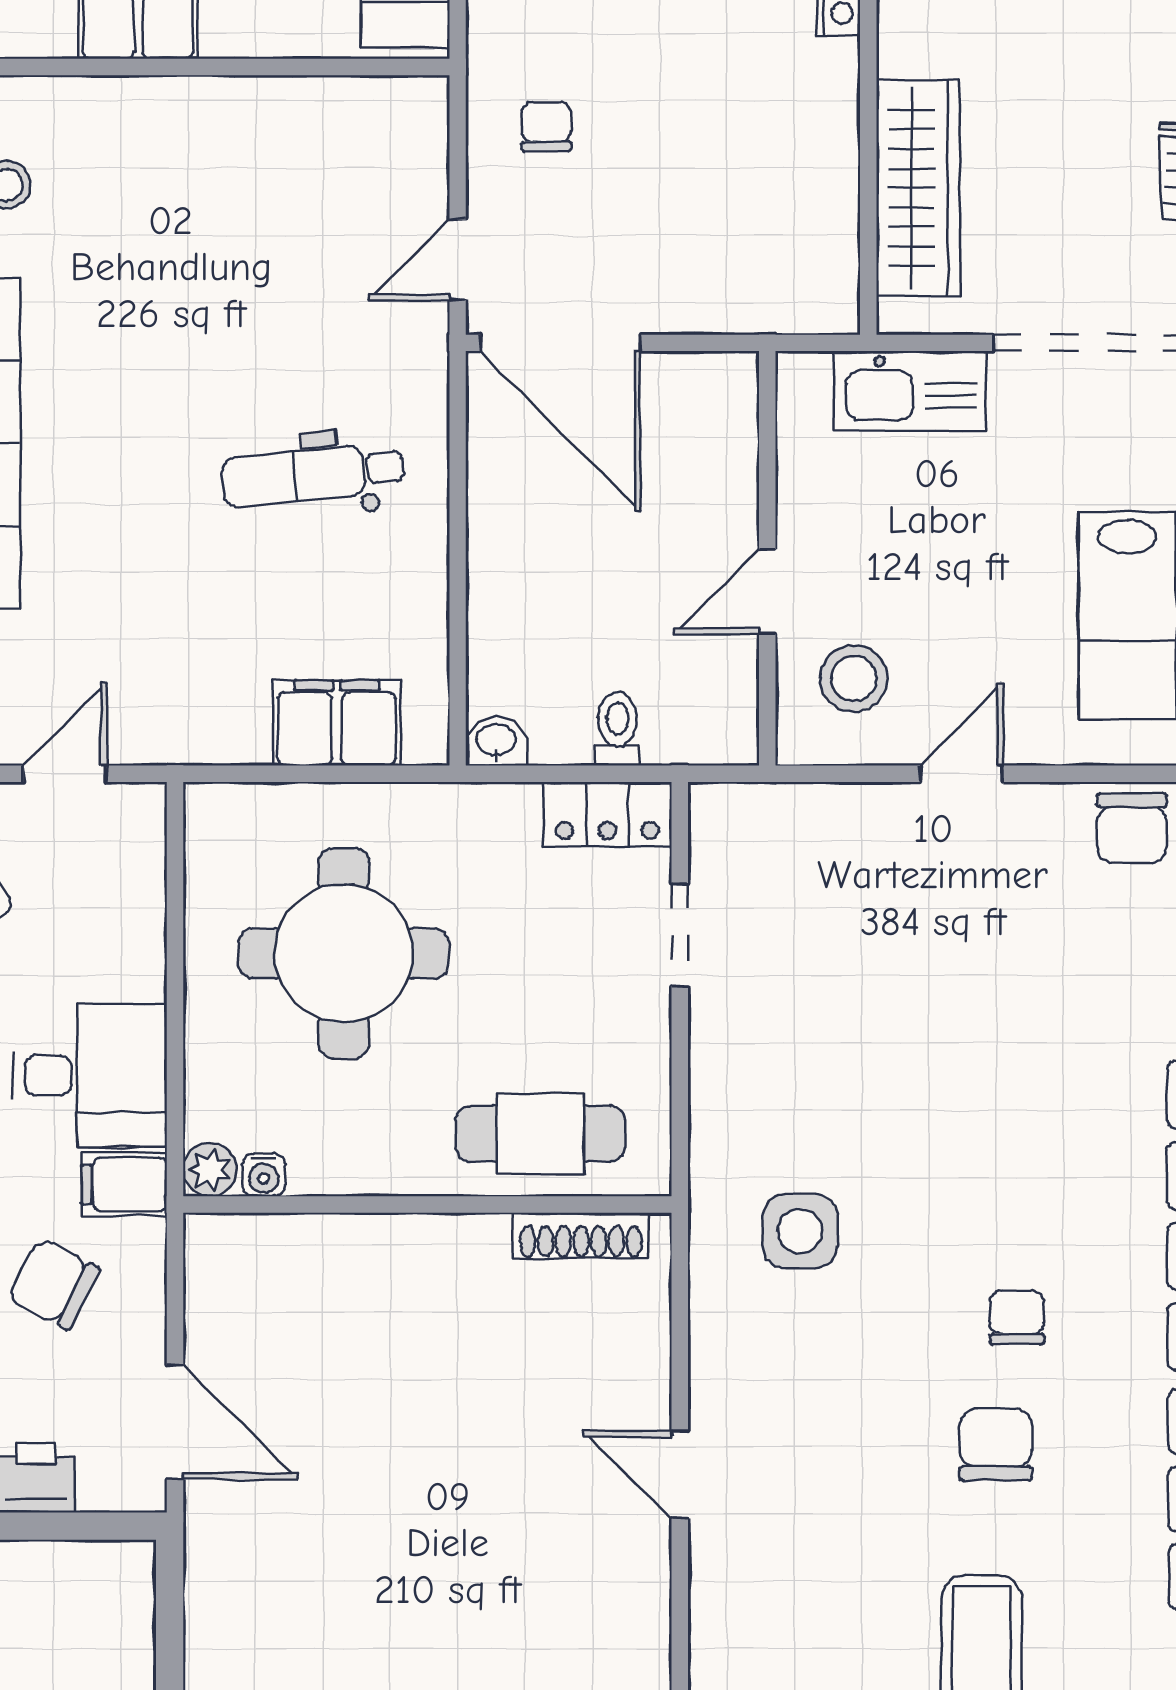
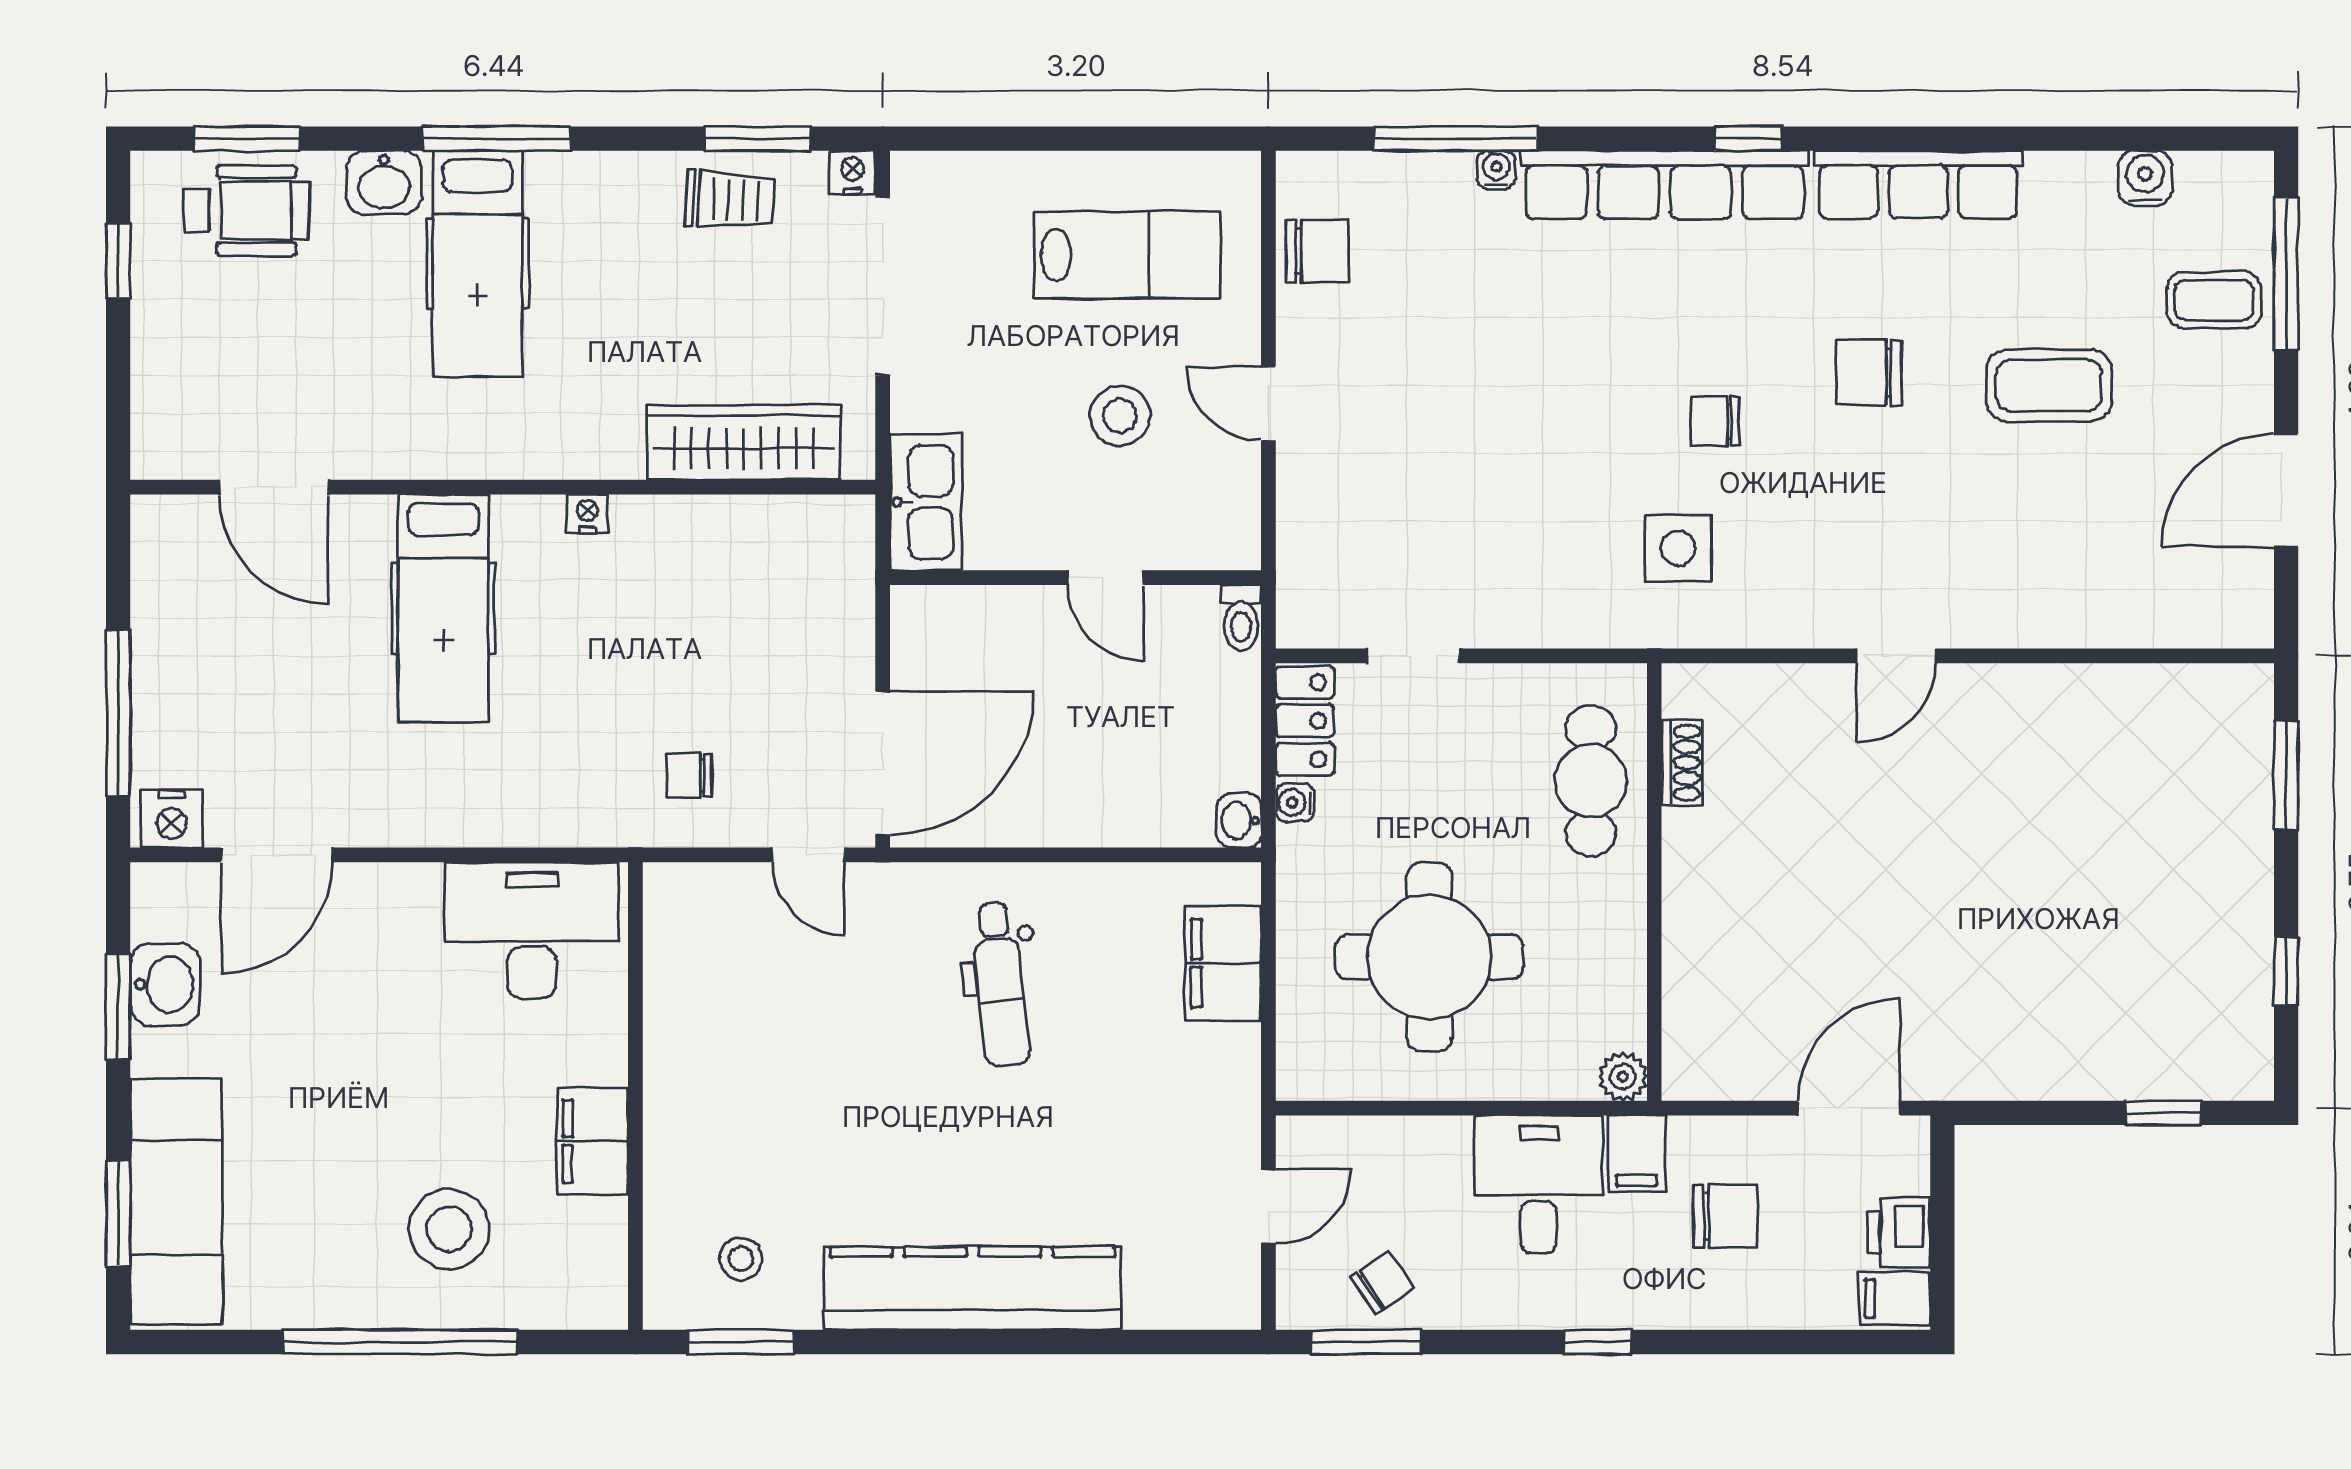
kitchen sink: (910, 391) -> (926, 502), moved
stool: (854, 678) -> (1120, 416), moved
toilet: (617, 729) -> (1241, 618), moved, turned -90
door: (65, 774) -> (1268, 1207), swing flipped
water cooler: (264, 1175) -> (1295, 802), moved, turned 180
shoe rack: (581, 1235) -> (1682, 763), width x0.70
chair: (54, 1284) -> (1725, 1217), turned -117
chair: (1017, 1317) -> (1715, 422), moved

